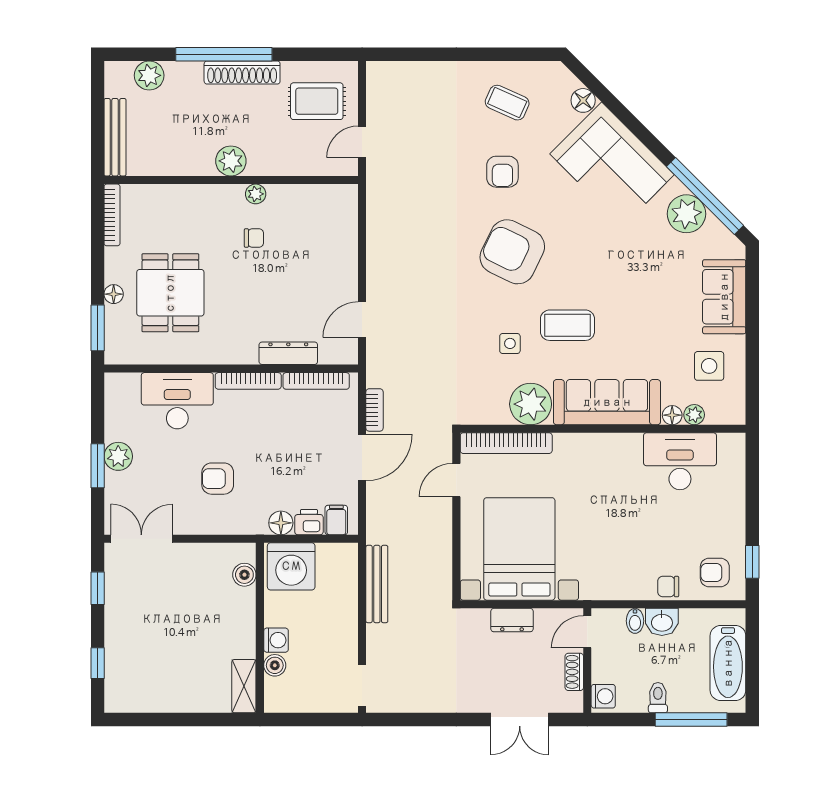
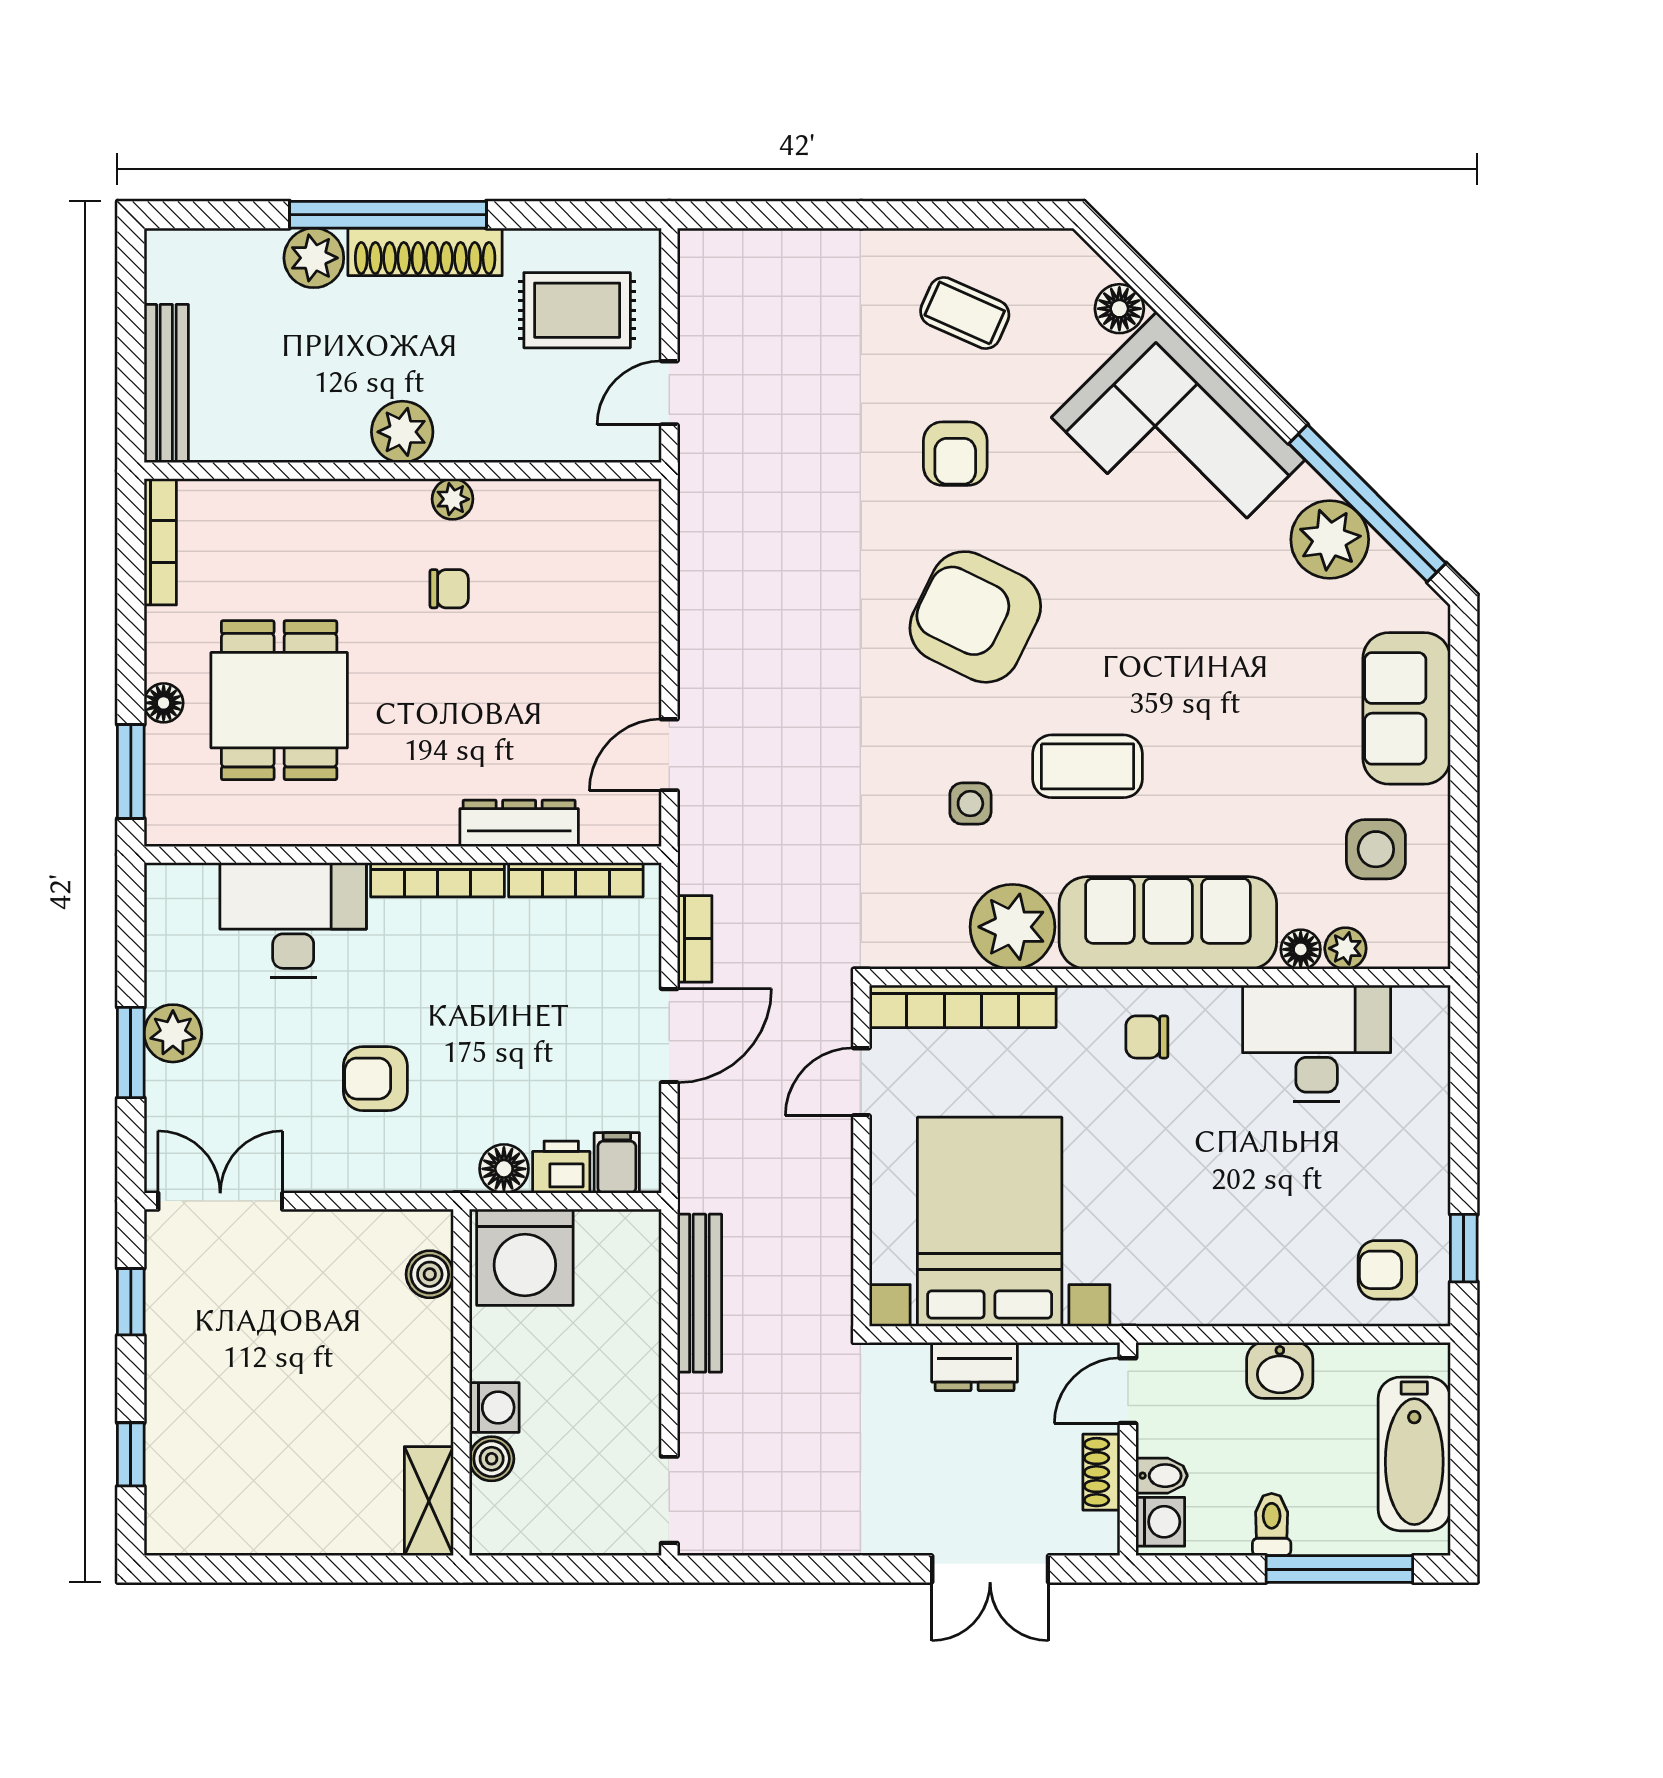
plant: (149, 75) -> (314, 258), moved
chair: (668, 587) -> (1147, 1037), moved
bidet: (635, 621) -> (1162, 1476), moved, turned -90

